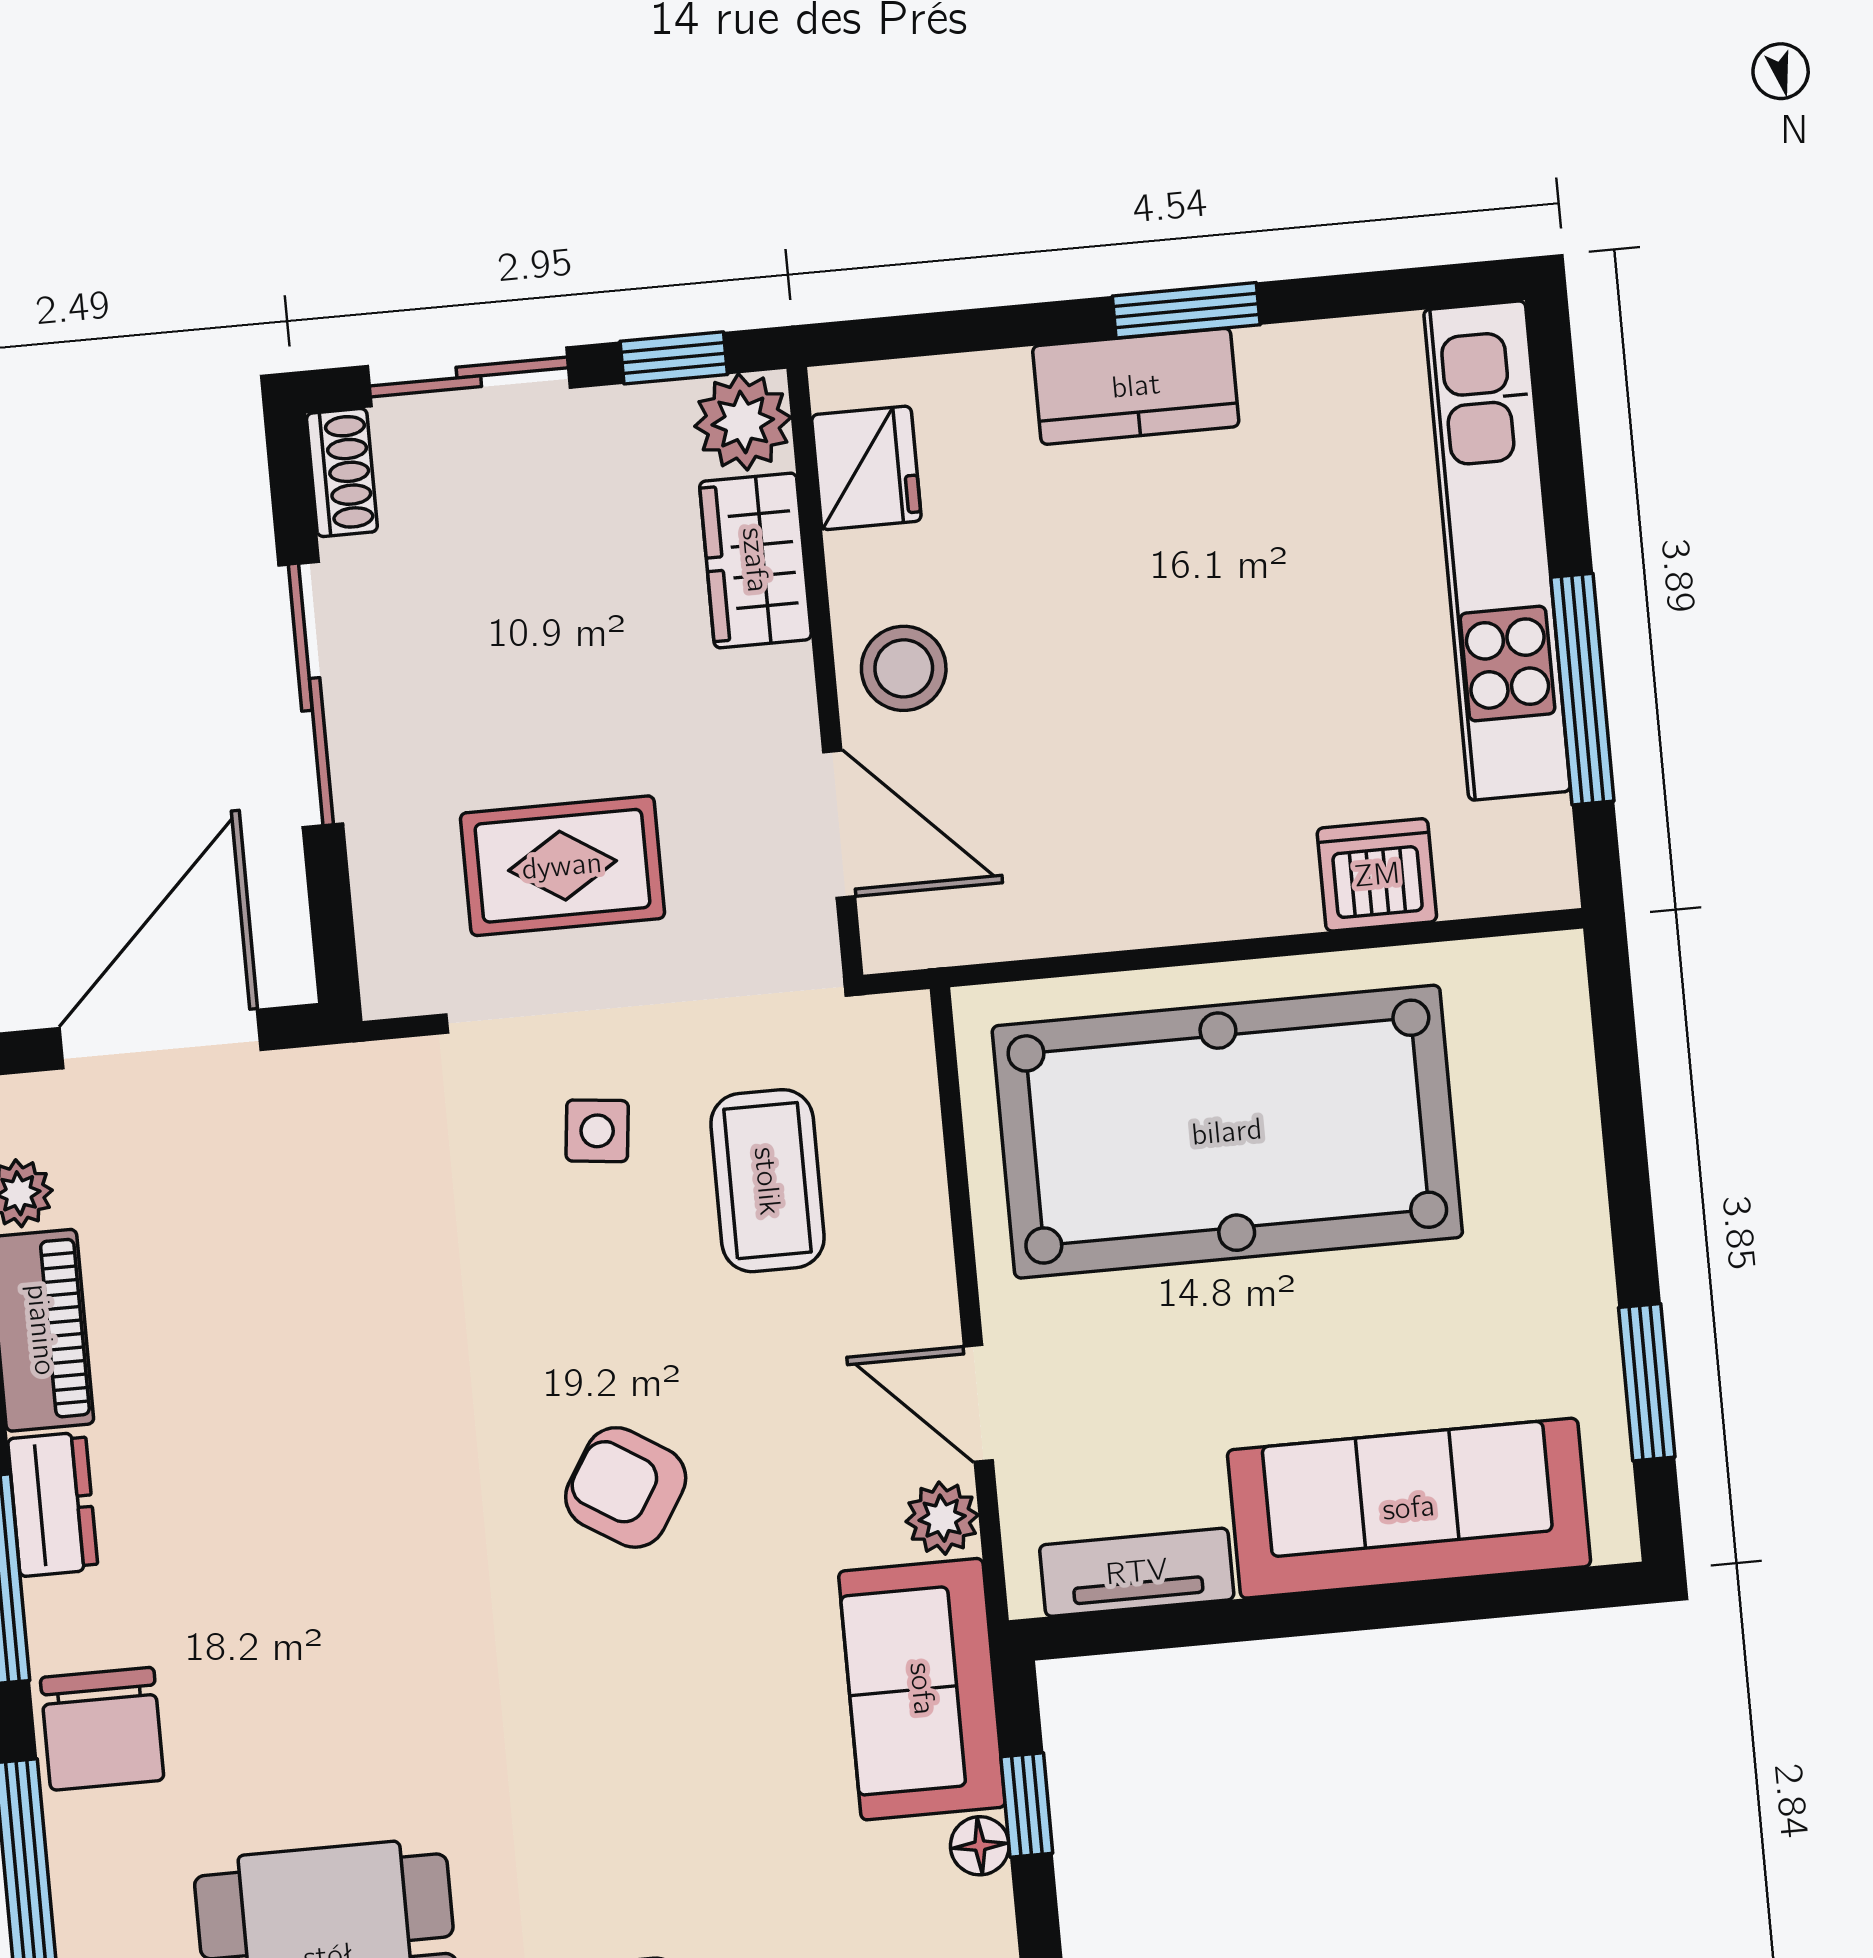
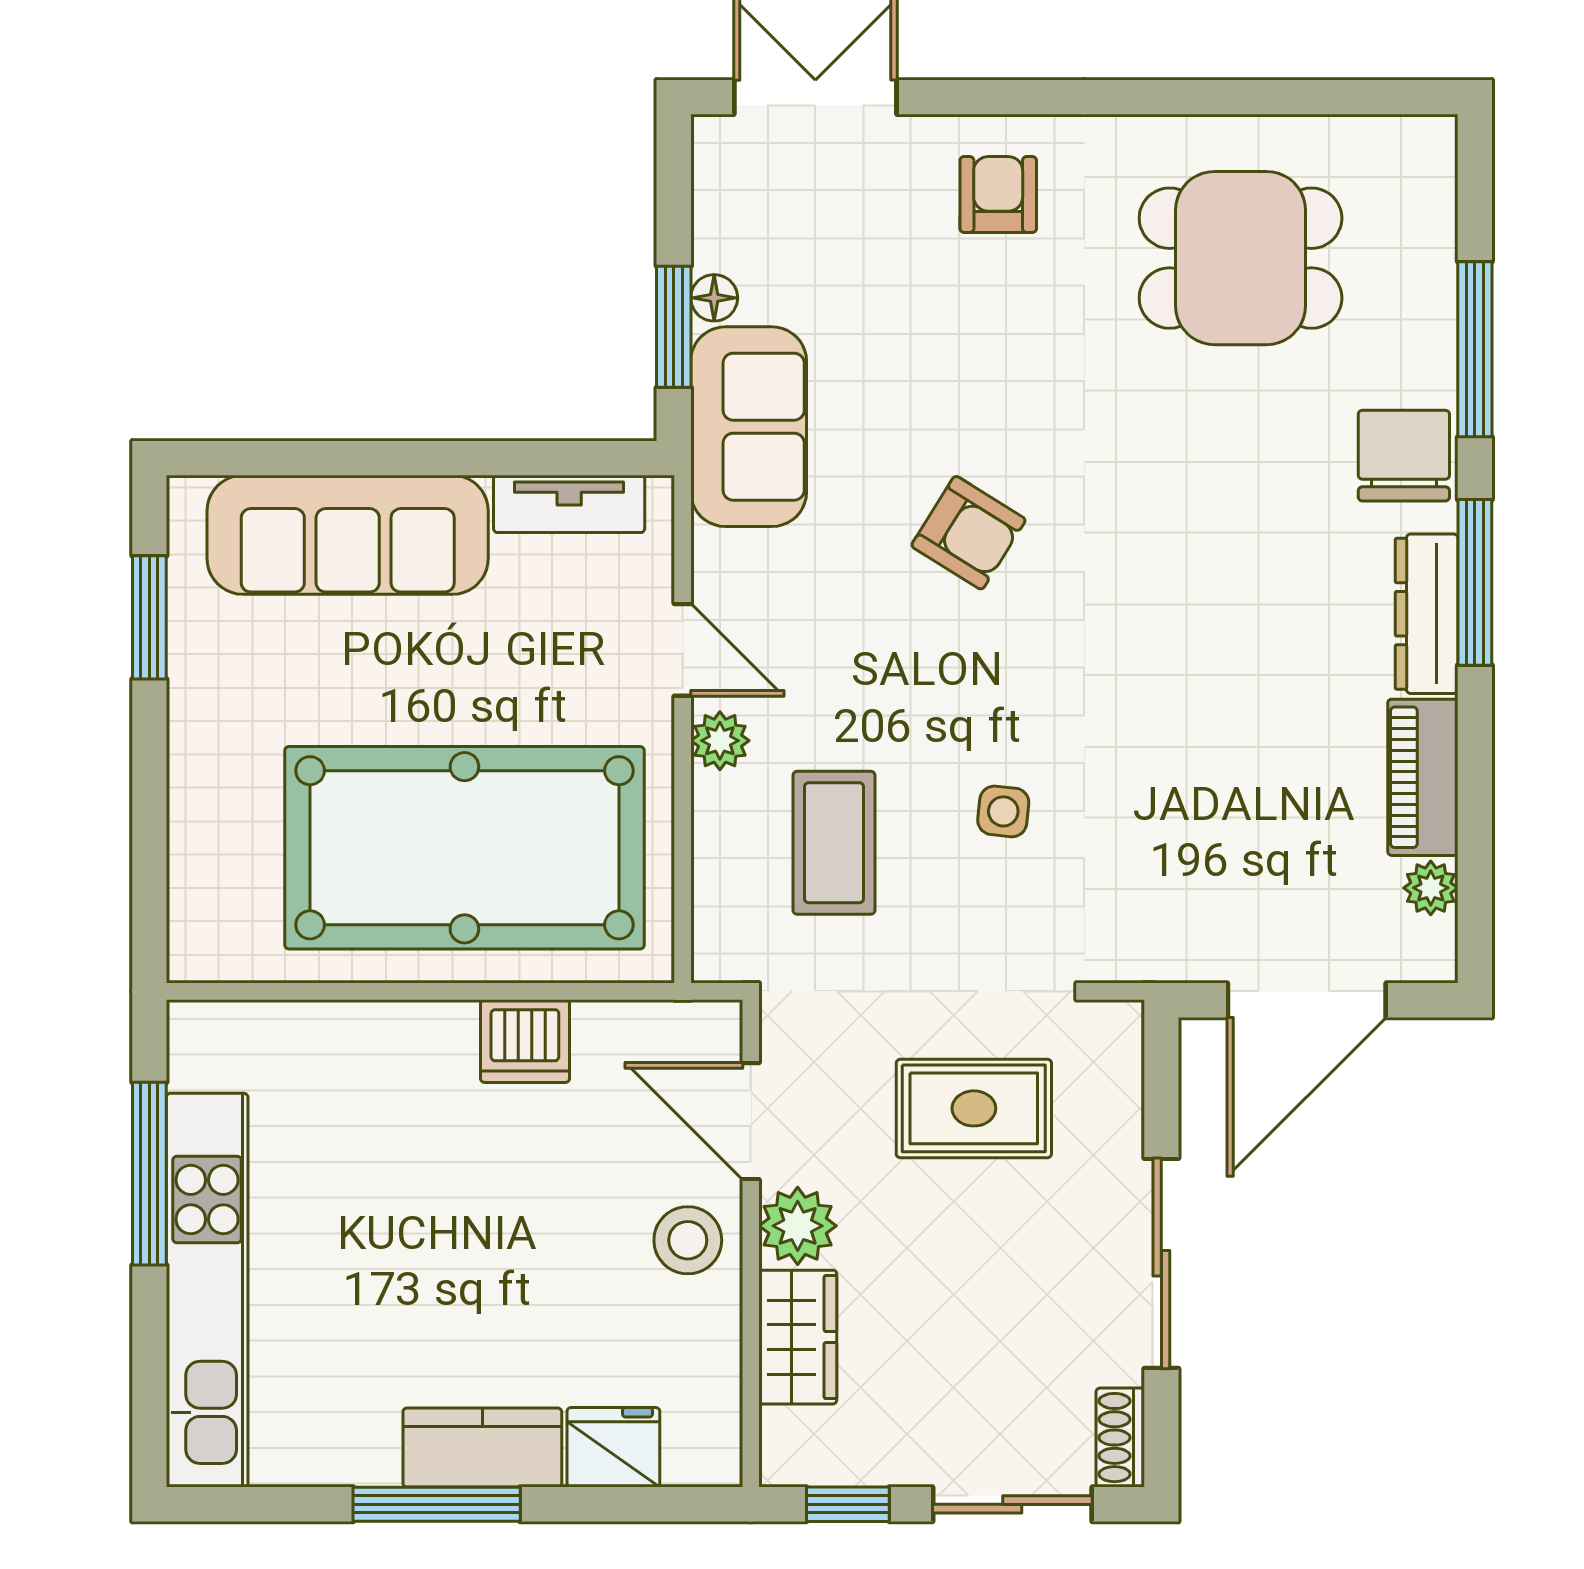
window: (1186, 310) -> (437, 1504), width x1.44
plant: (743, 422) -> (798, 1226), moved
fridge: (866, 468) -> (613, 1447), moved, turned 90
dishwasher: (1377, 875) -> (525, 1041), moved
side table: (597, 1131) -> (1003, 811), moved
armchair: (626, 1487) -> (969, 533), moved
dresser: (53, 1504) -> (1427, 614), width x1.44
plant: (942, 1518) -> (720, 741), moved
window: (1027, 1805) -> (674, 327), width x1.50

